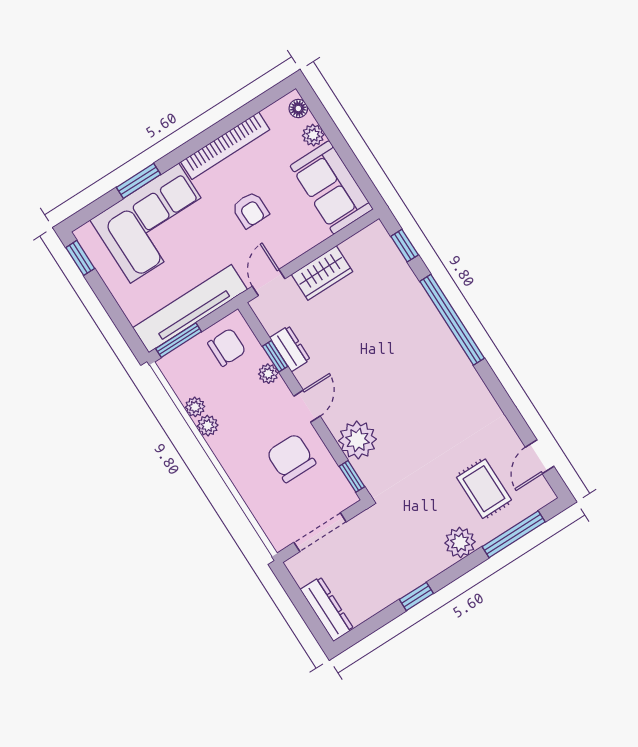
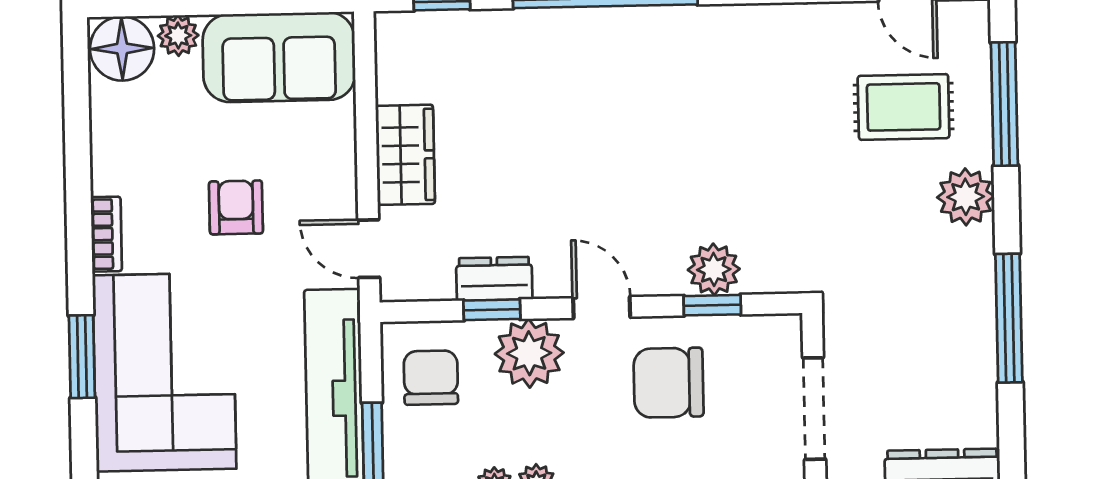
floor lamp: (298, 109) -> (122, 49), width x1.89, depth x1.89
bookcase: (225, 146) -> (106, 234), width x0.43, depth x0.76
armchair: (250, 210) -> (236, 207), turned -90
plant: (268, 374) -> (529, 353), width x1.88, depth x1.88
plant: (357, 440) -> (714, 269), width x0.73, depth x0.73
window: (352, 476) -> (712, 305), moved
window: (416, 596) -> (1009, 318), width x2.17

